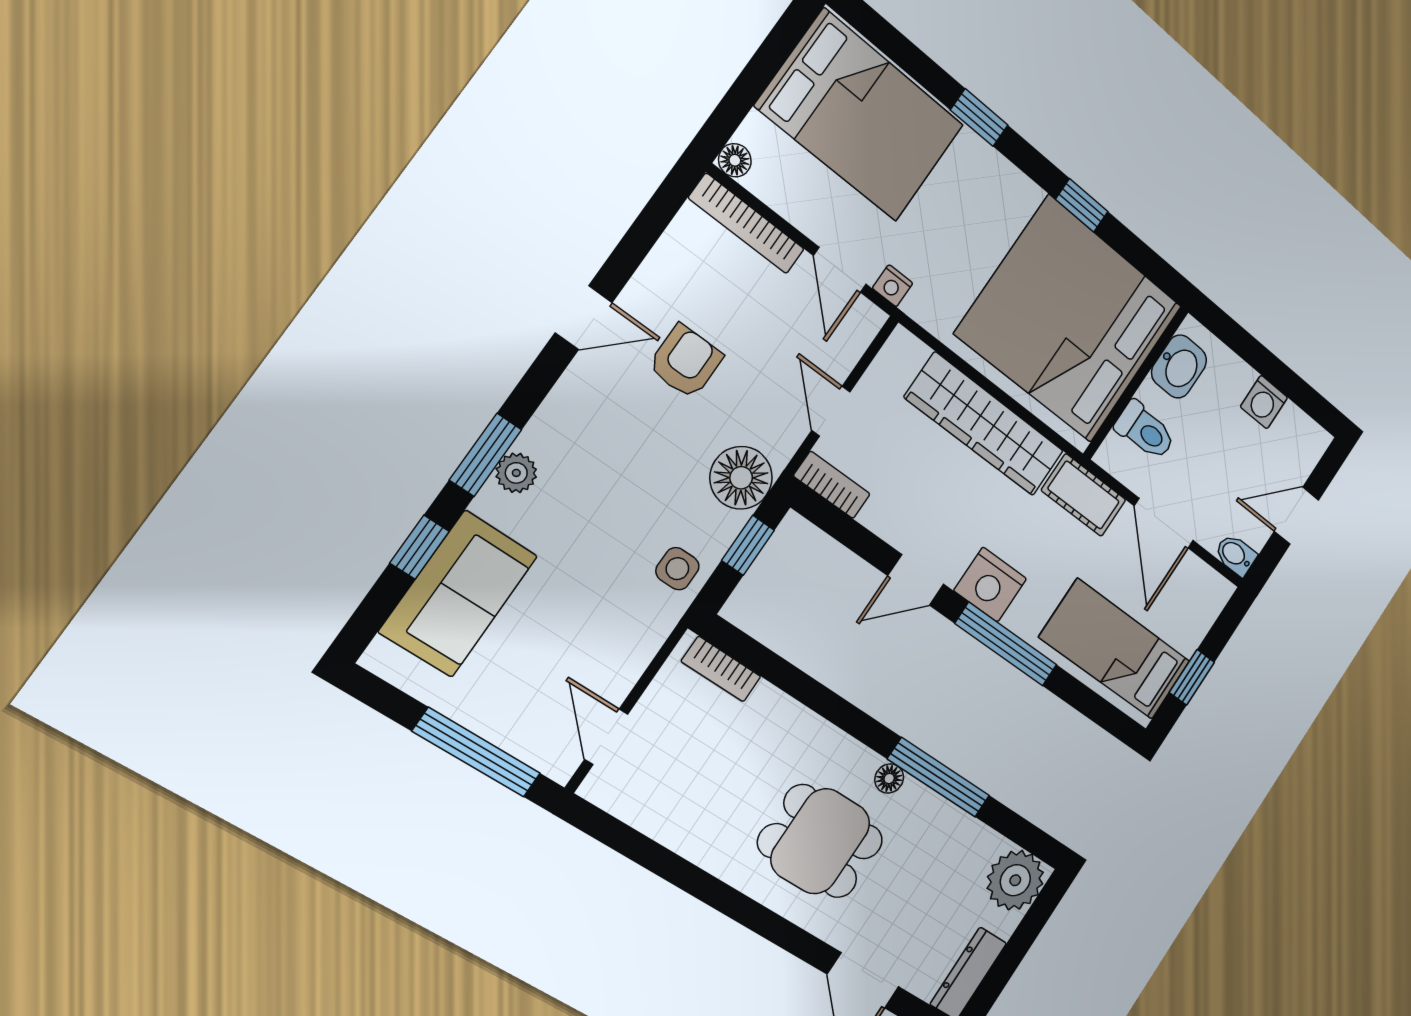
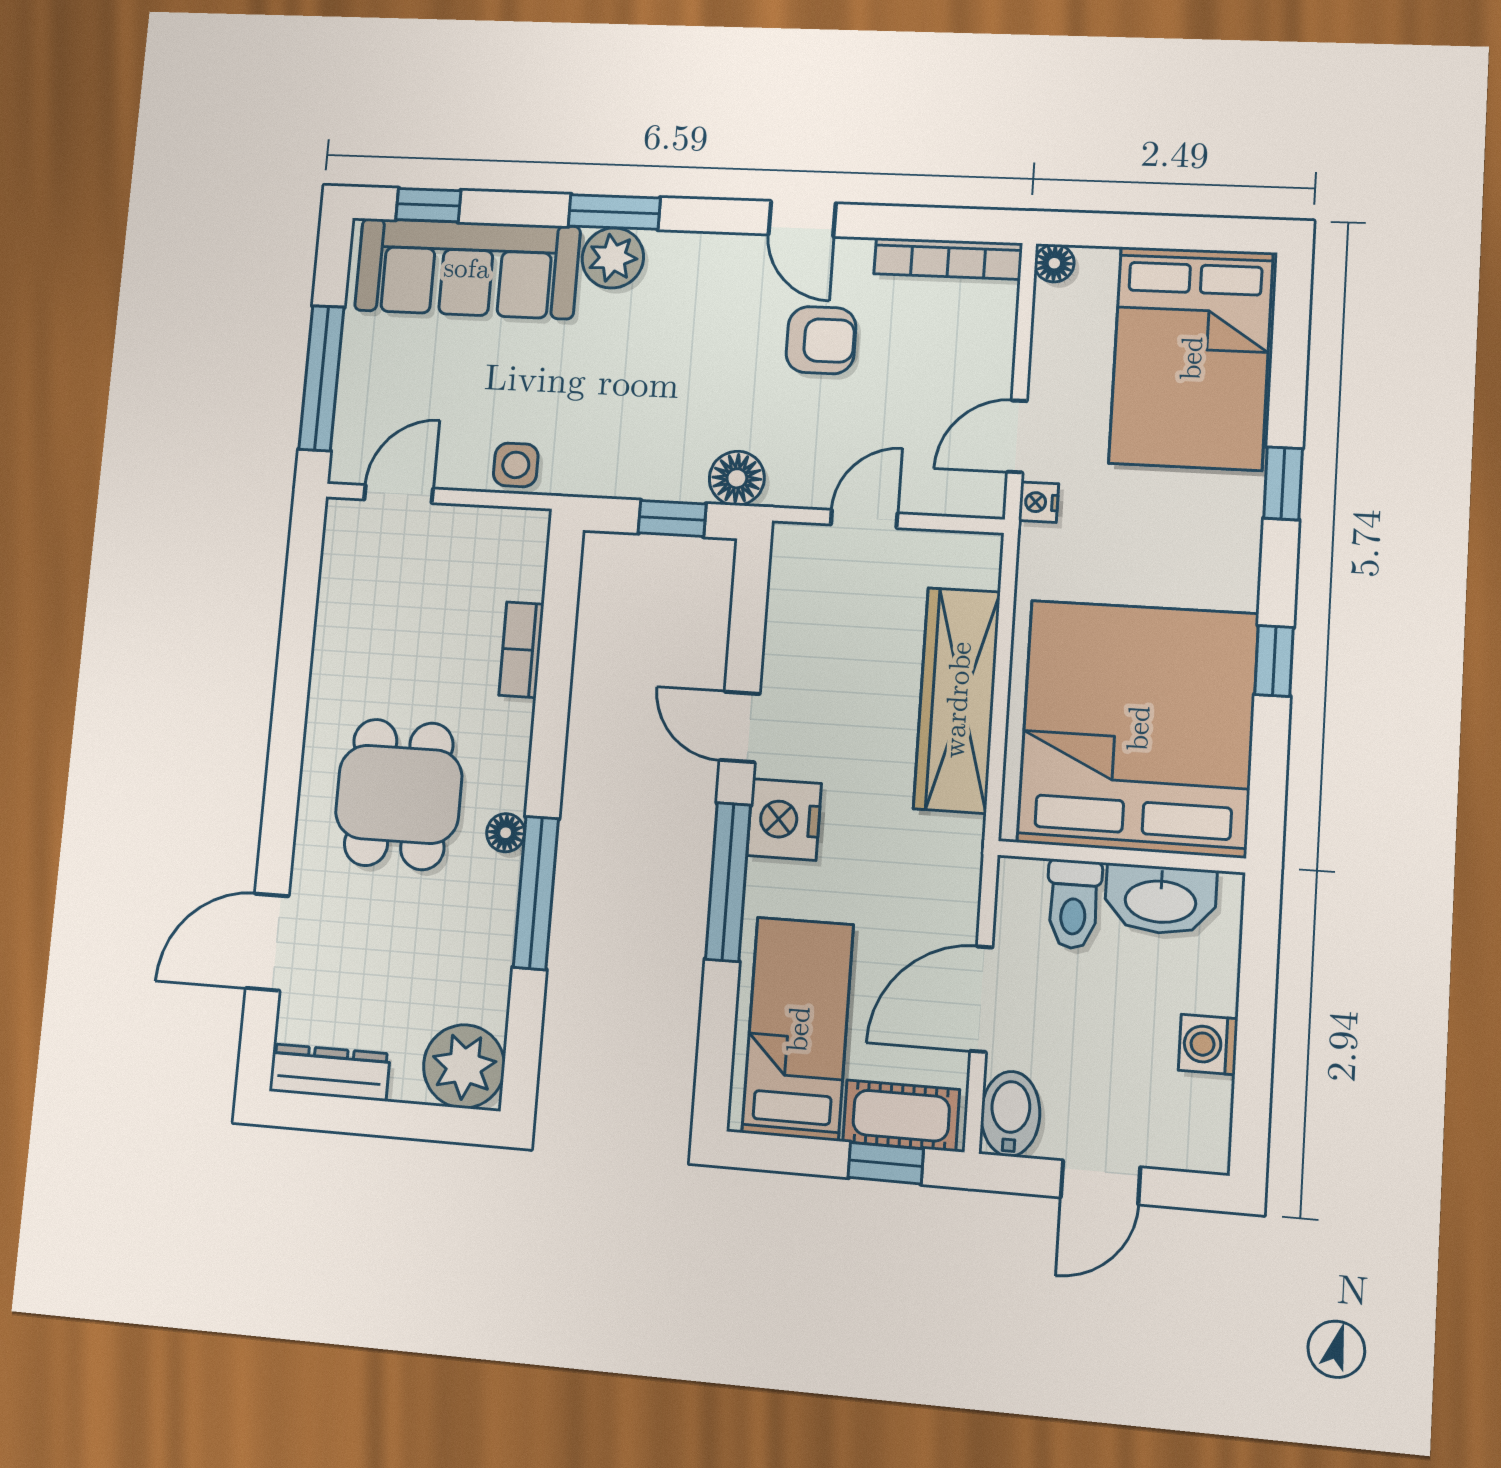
bookcase: (747, 224) -> (948, 259), moved, turned -90
washbasin: (1179, 366) -> (1160, 900), width x1.38
plant: (516, 473) -> (613, 258), width x1.38, depth x1.38
floor lamp: (741, 478) -> (737, 478), width x0.73, depth x0.73
bookcase: (832, 485) -> (787, 568), removed
cot: (1084, 495) -> (901, 1116), moved, turned 90
door: (1297, 516) -> (1100, 1182), swing flipped
window: (420, 547) -> (428, 205), moved
bidet: (1236, 555) -> (1010, 1114), width x1.38, depth x1.36
side table: (677, 569) -> (516, 465), moved
sofa: (458, 594) -> (467, 268), width x1.36
bookcase: (721, 669) -> (521, 650), moved
window: (1192, 677) -> (886, 1163), moved

